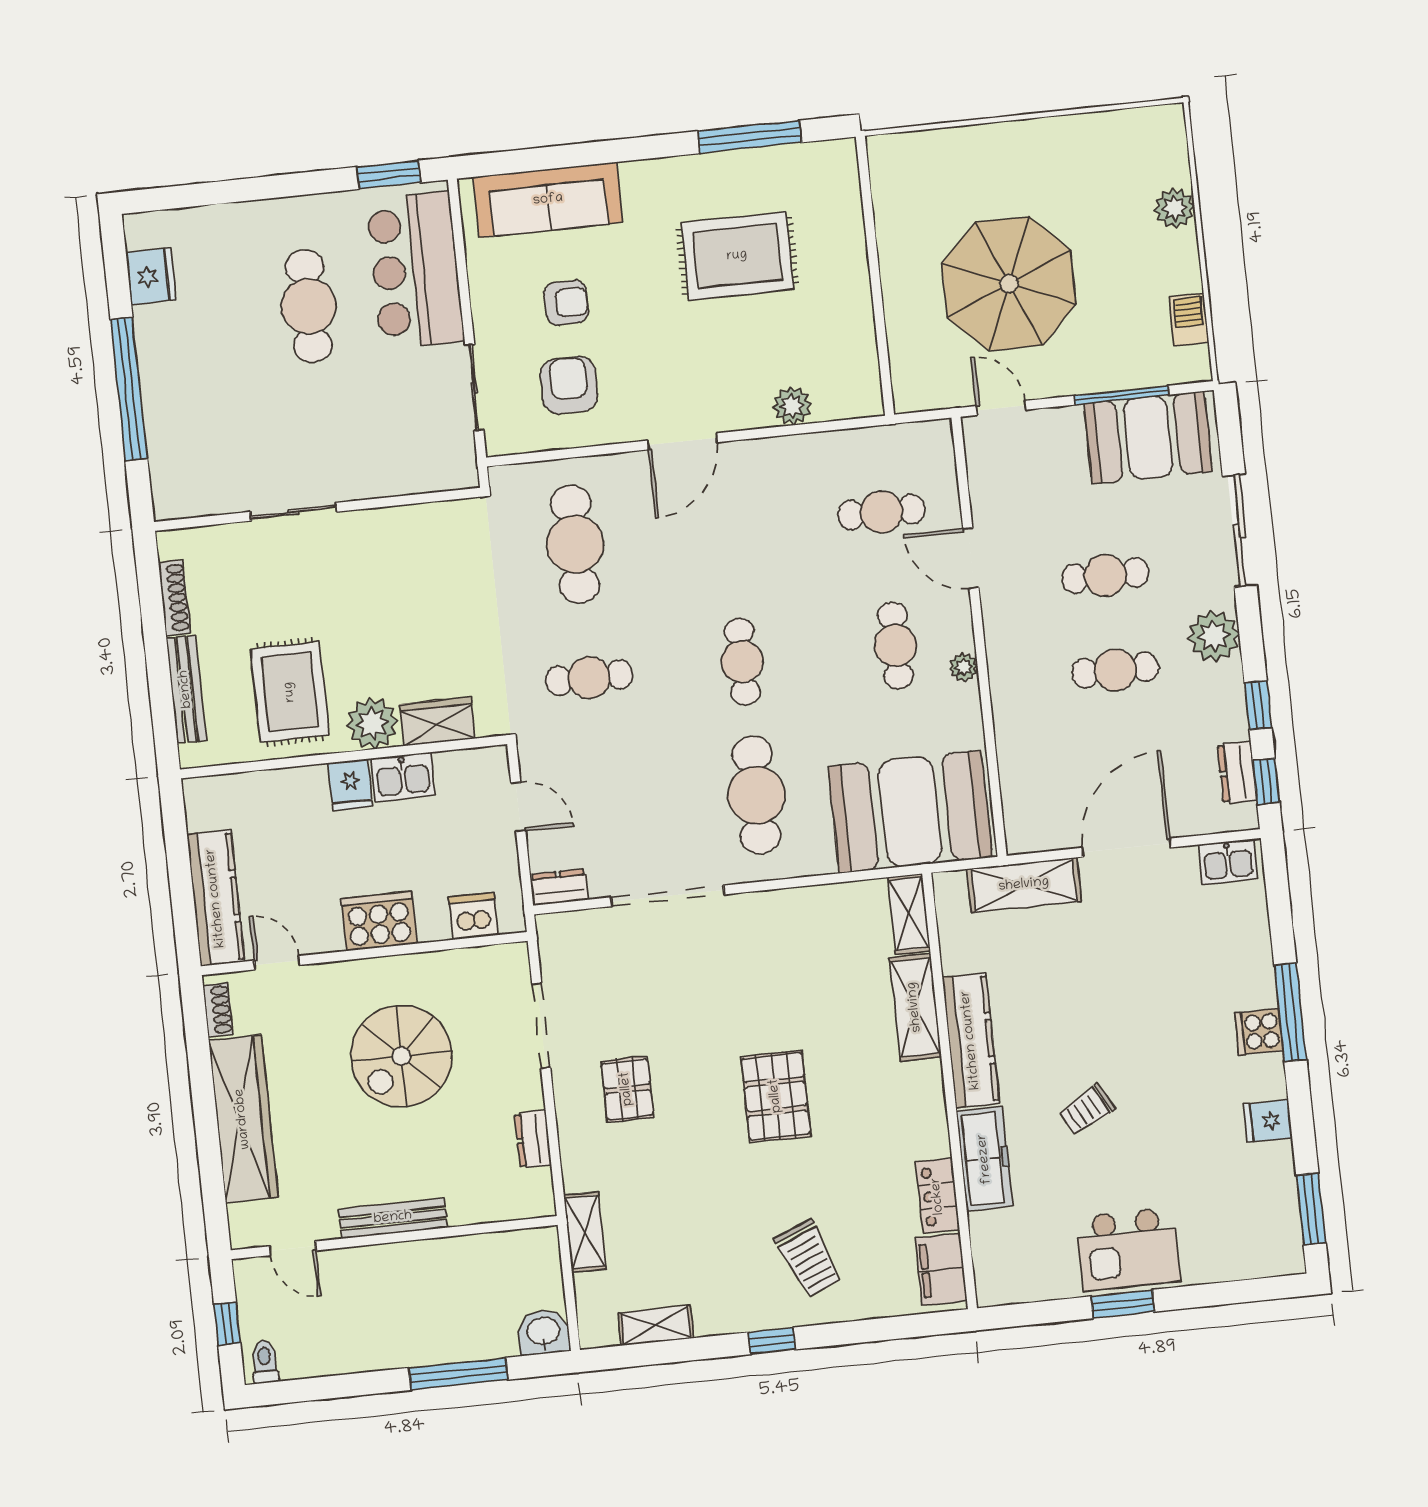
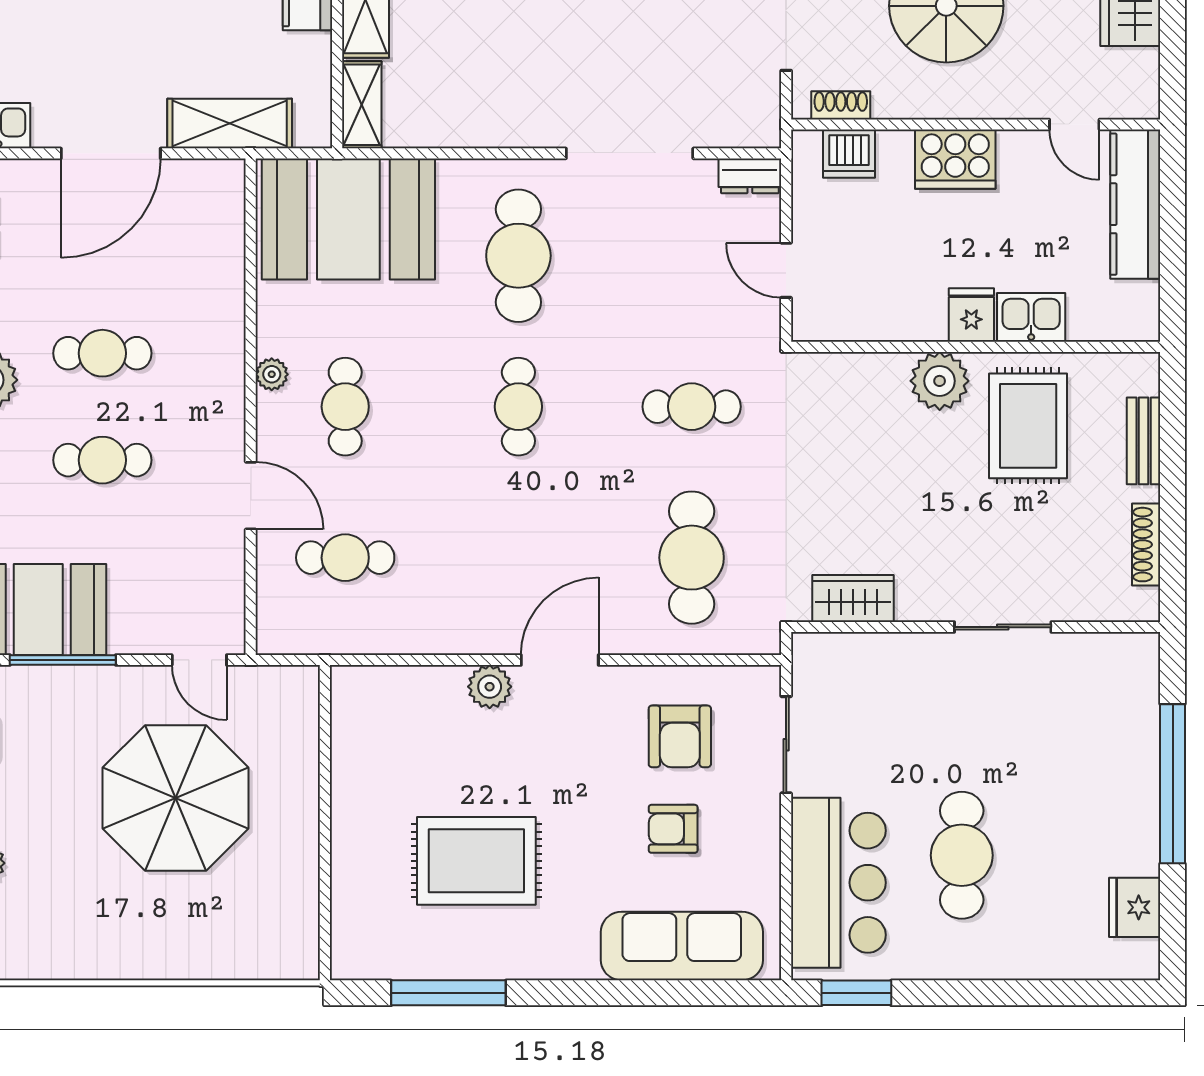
plant: (792, 406) -> (490, 687), moved
bench: (186, 689) -> (1144, 441), width x0.73
wardrobe: (437, 722) -> (853, 598), moved, turned 180
kitchen sink: (403, 777) -> (1031, 317), moved
shoe rack: (218, 1010) -> (841, 105), moved, turned 90

